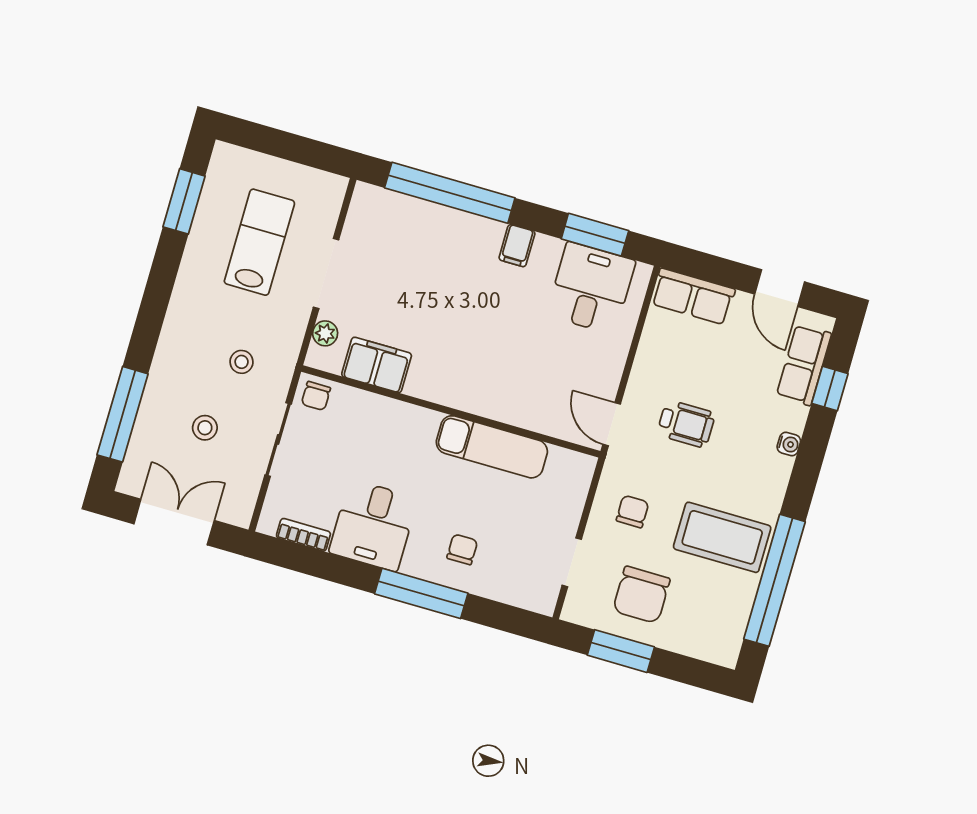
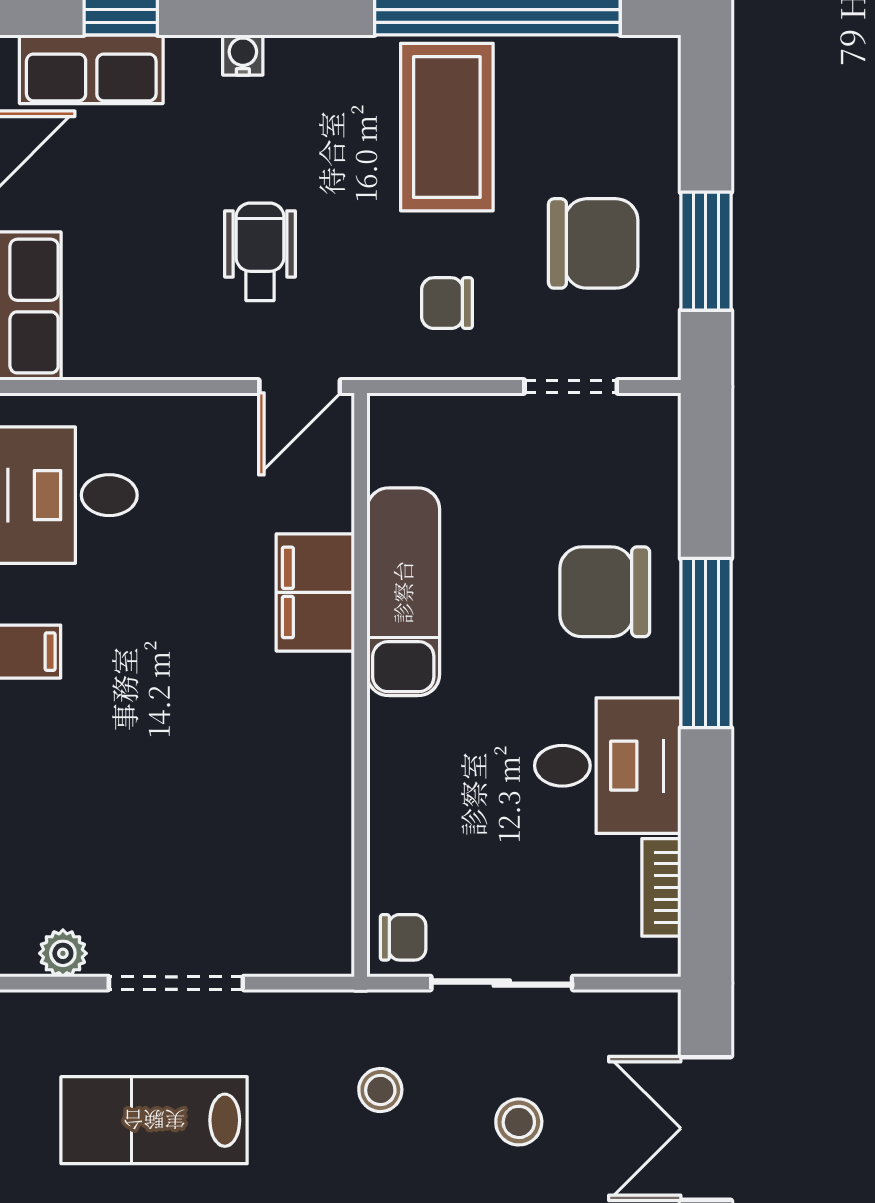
plant: (325, 333) -> (63, 953), moved
filing cabinet: (377, 365) -> (315, 592), moved
chair: (462, 549) -> (605, 592), width x1.87, depth x1.87

